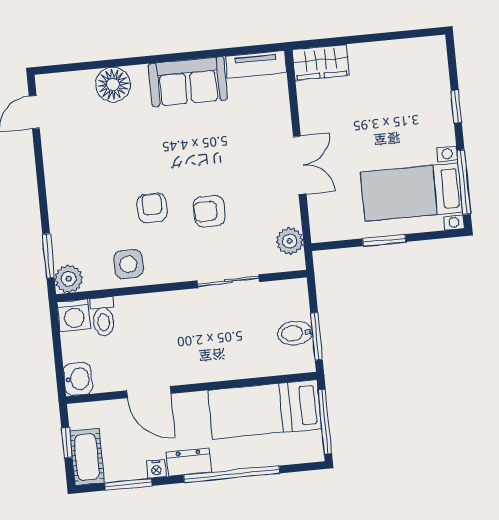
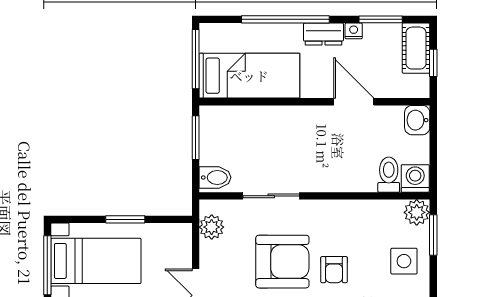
armchair: (209, 211) -> (282, 262), width x1.88, depth x1.88
side table: (128, 264) -> (404, 261), moved
bidet: (295, 333) -> (215, 177), moved

